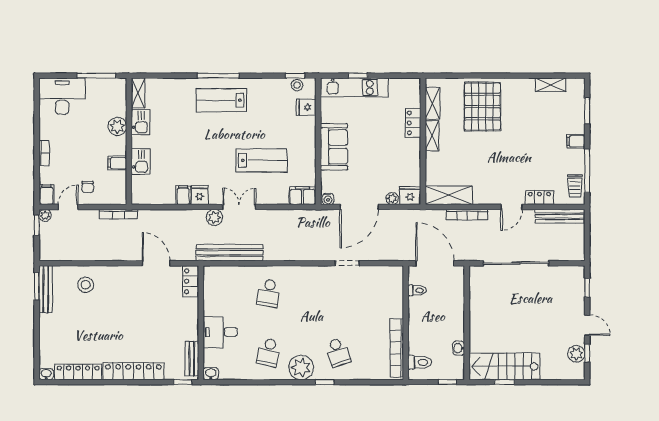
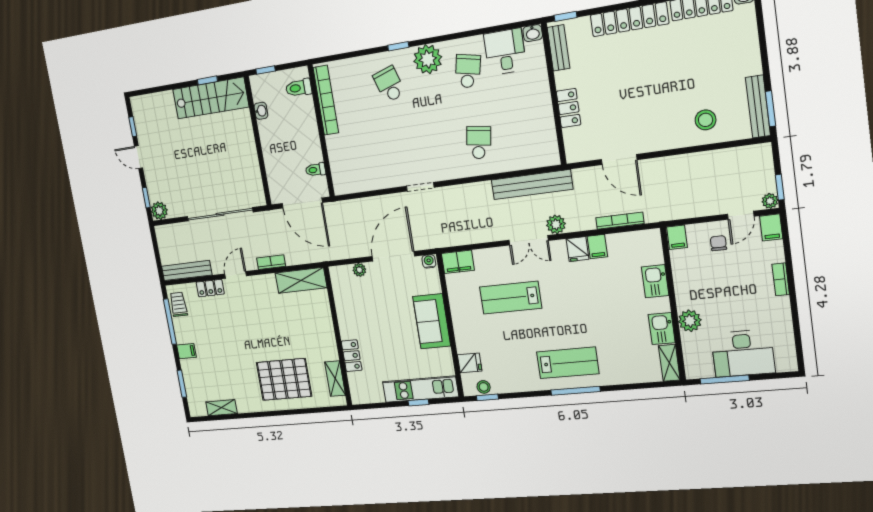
desk: (62, 96) -> (743, 353), moved
pallet: (482, 107) -> (284, 379), turned 90
shelving: (432, 136) -> (330, 344), removed
filing cabinet: (117, 163) -> (677, 237), moved, turned 90
fridge: (410, 196) -> (341, 275), removed
bookcase: (118, 214) -> (620, 221), moved
bookcase: (467, 215) -> (271, 262), width x0.64
doorway: (347, 263) -> (420, 187), moved
locker: (191, 281) -> (569, 108), moved
desk: (220, 332) -> (505, 52), moved, turned -90
plant: (576, 354) -> (159, 211), moved

